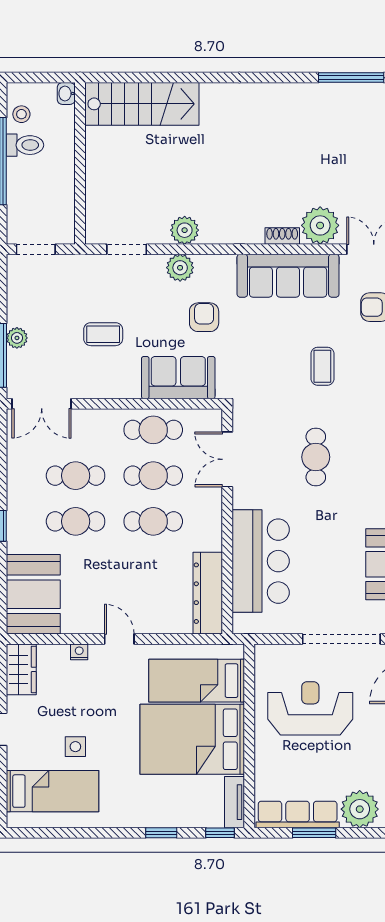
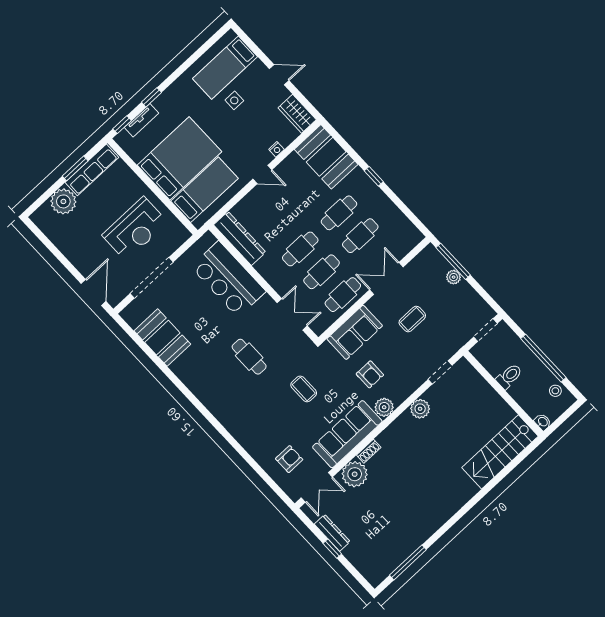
toilet: (25, 145) -> (509, 376), moved, turned 180
plant: (180, 268) -> (384, 407), moved
coffee table: (322, 366) -> (304, 389), moved
double door: (42, 404) -> (386, 278), moved
tv unit: (235, 802) -> (141, 120), moved, turned 90

